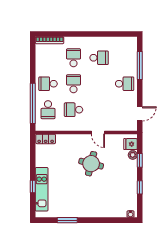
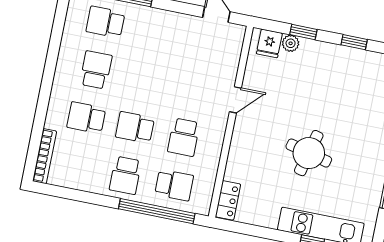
school desk: (125, 84) -> (105, 22), moved, turned -90
round table: (91, 164) -> (309, 153), moved

